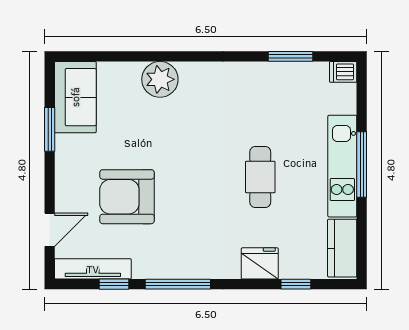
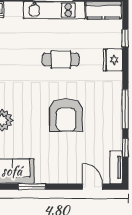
armchair: (127, 197) -> (66, 115), moved
tv unit: (93, 269) -> (116, 167), width x0.71

